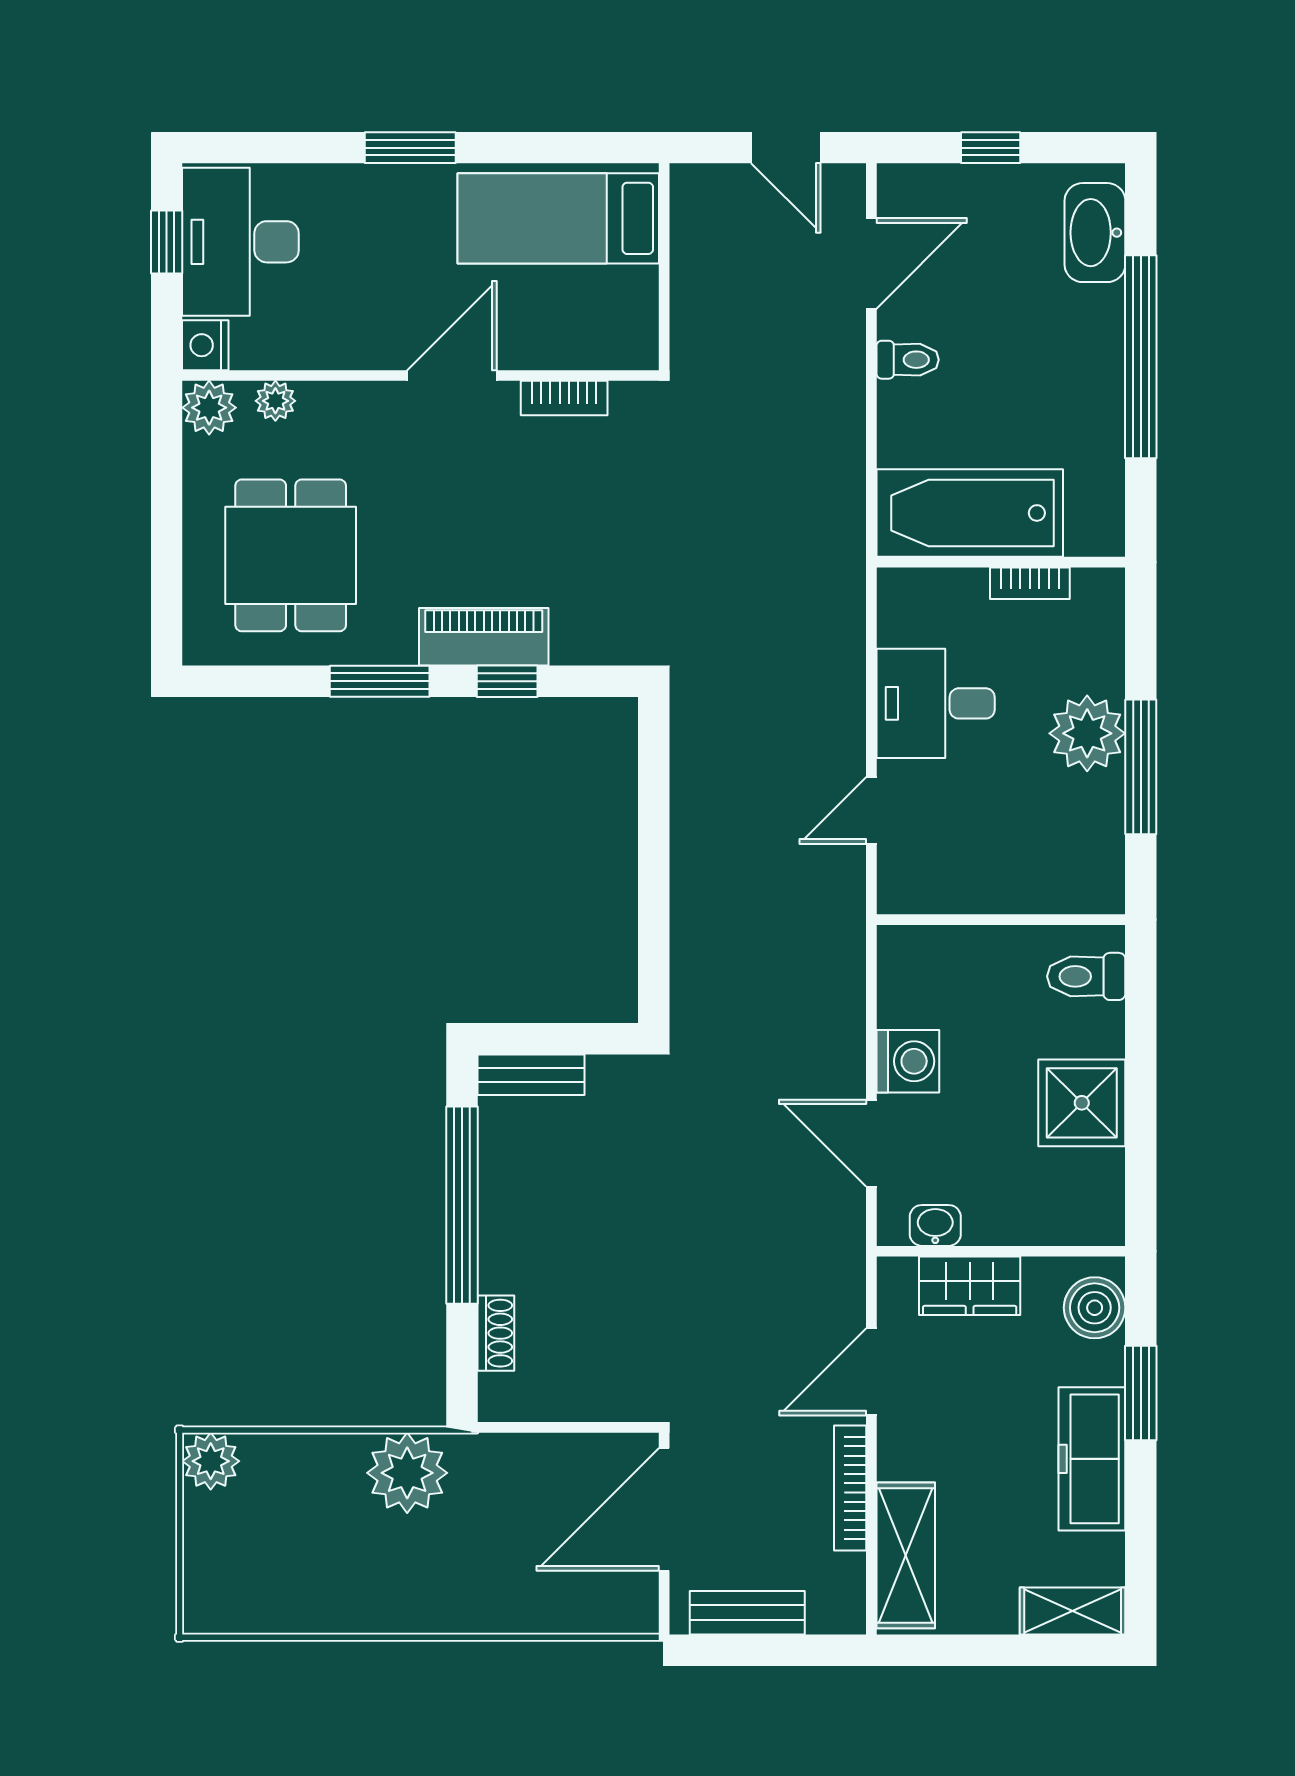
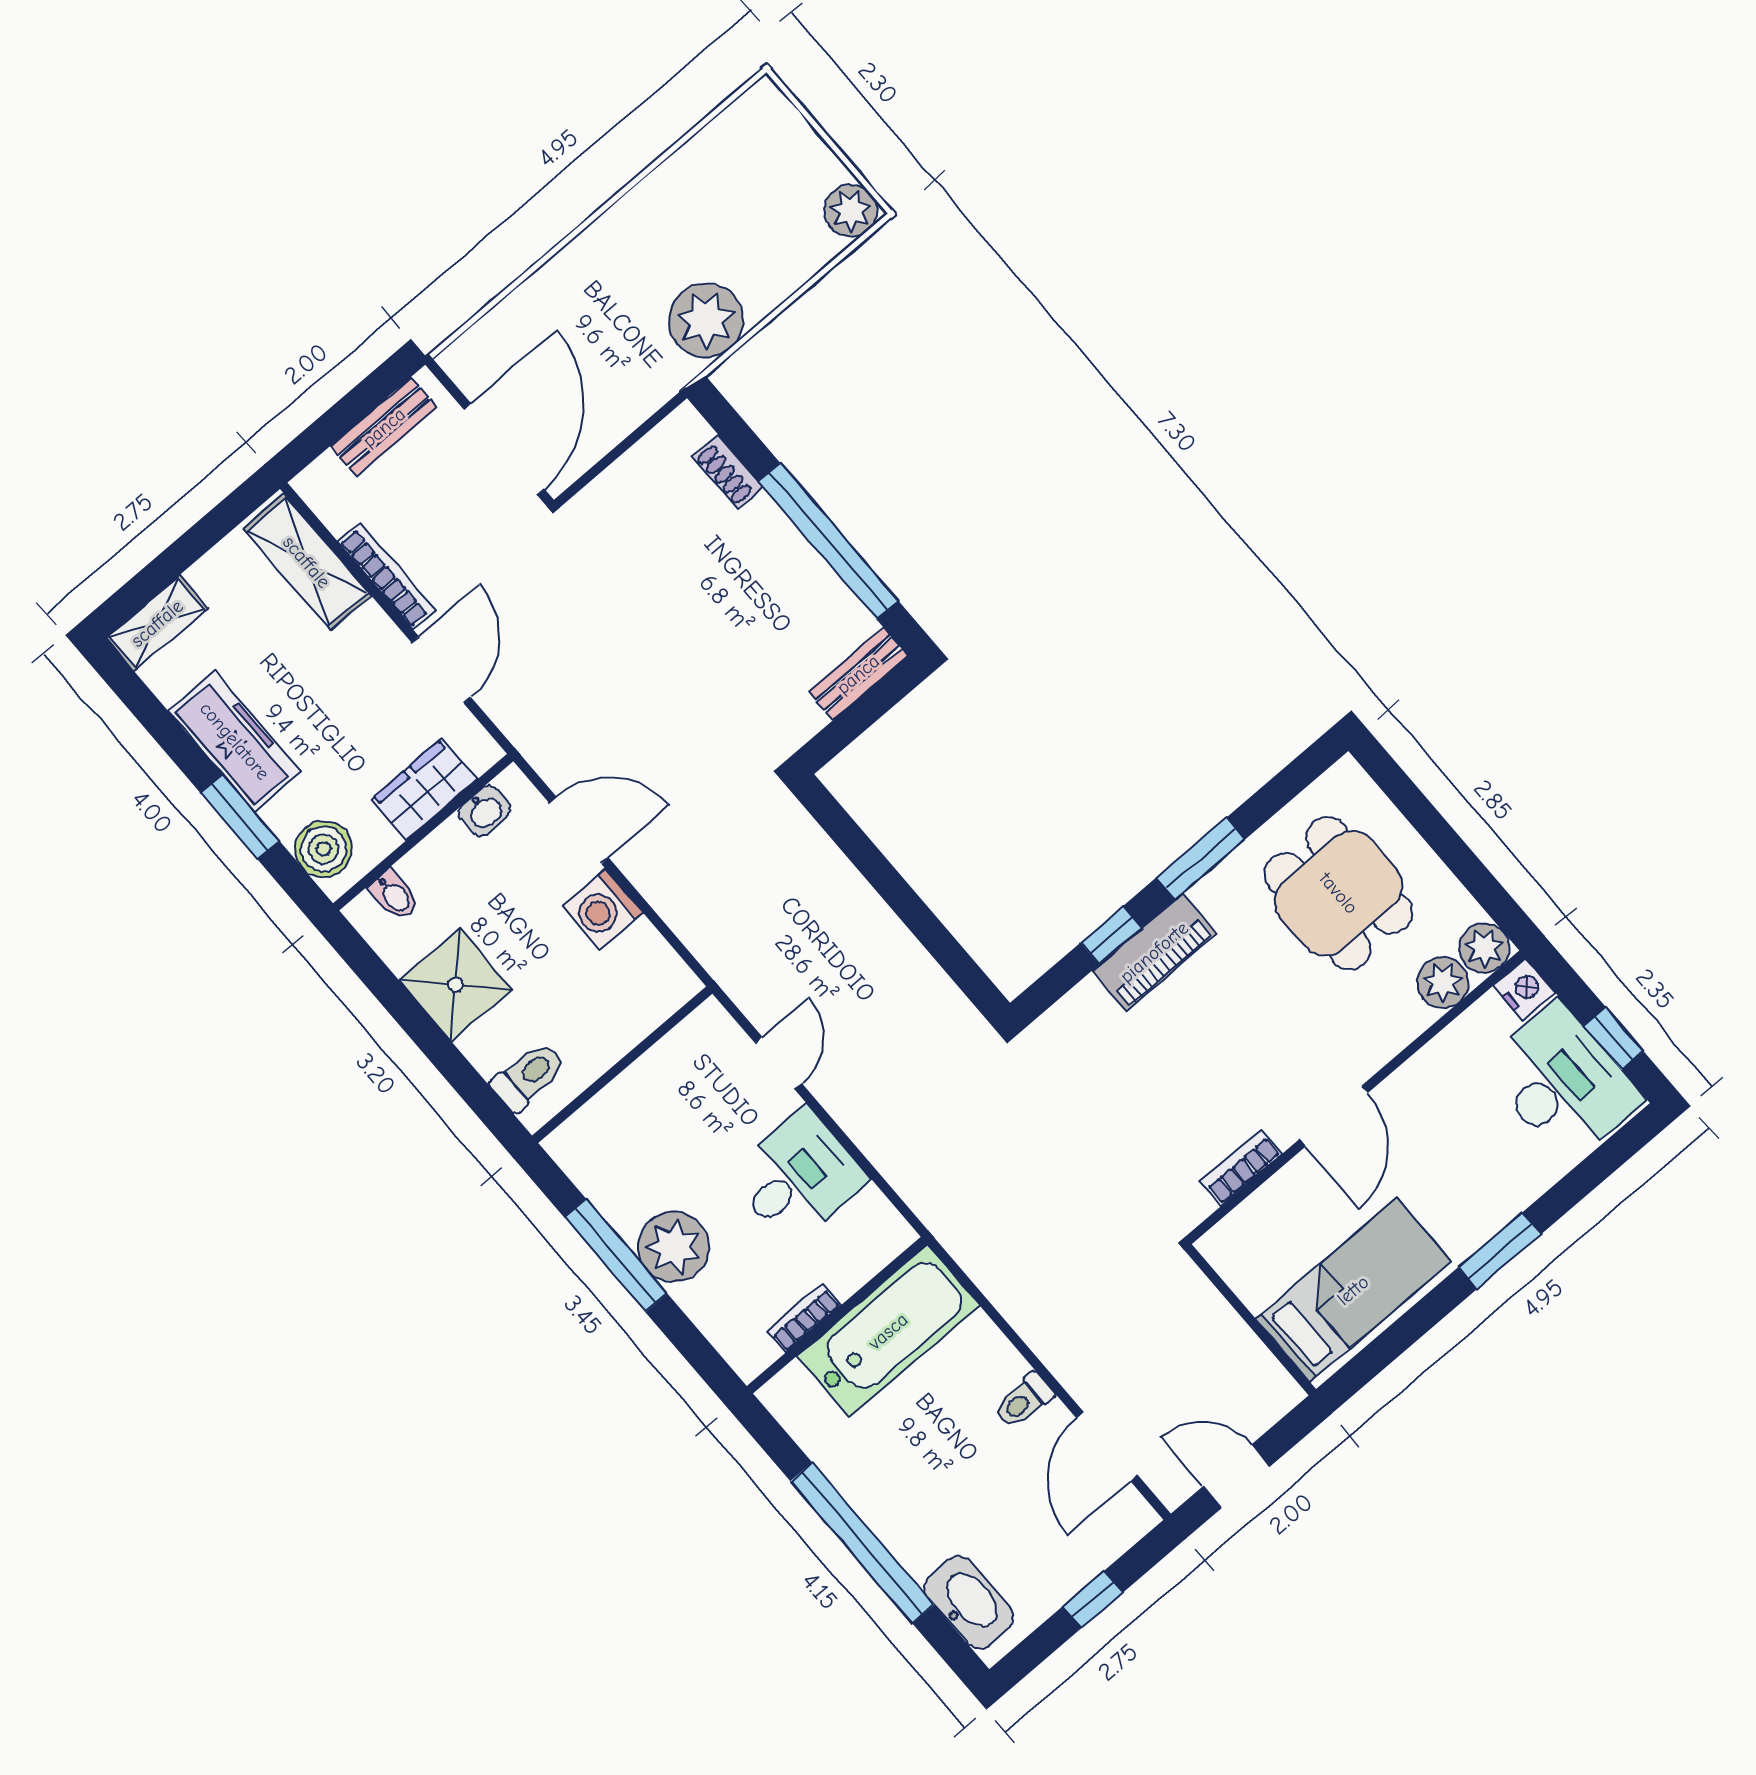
plant: (275, 401) -> (1443, 983), width x1.38, depth x1.38
bidet: (1069, 1220) -> (394, 895), added

